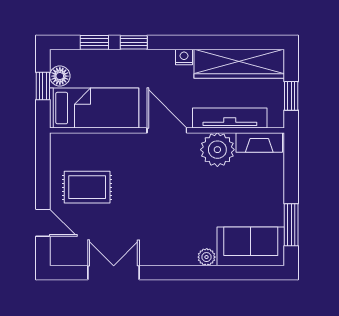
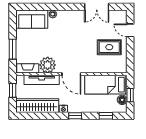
window: (134, 42) -> (75, 116), moved
window: (291, 225) -> (13, 49), moved

